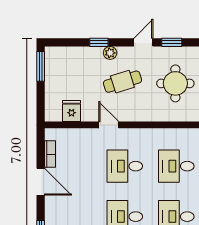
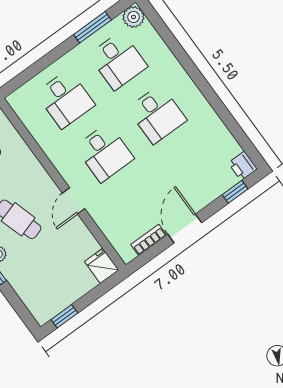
window: (41, 66) -> (64, 316), width x0.67
fridge: (72, 111) -> (102, 266), moved, turned 90

